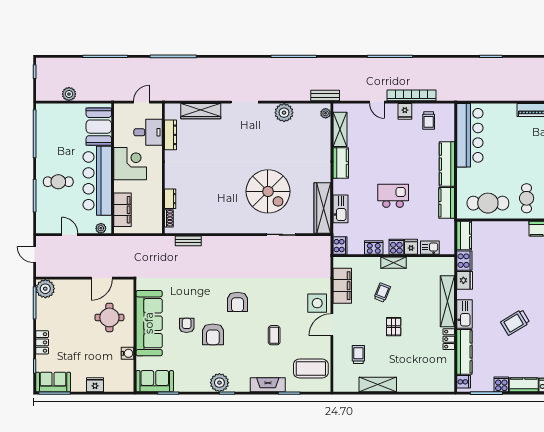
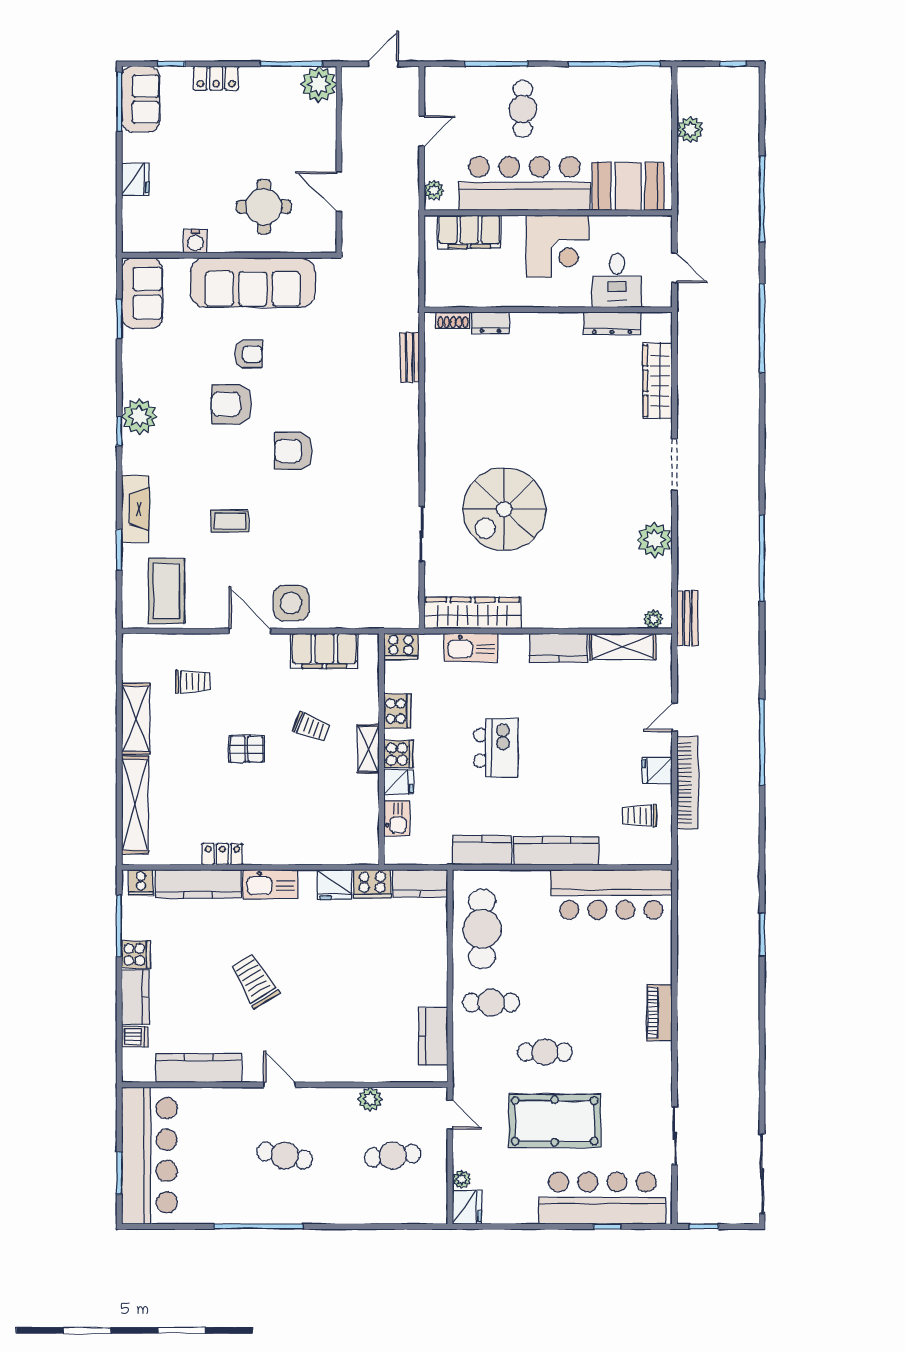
shelving: (447, 301) -> (135, 805), moved, turned 90

